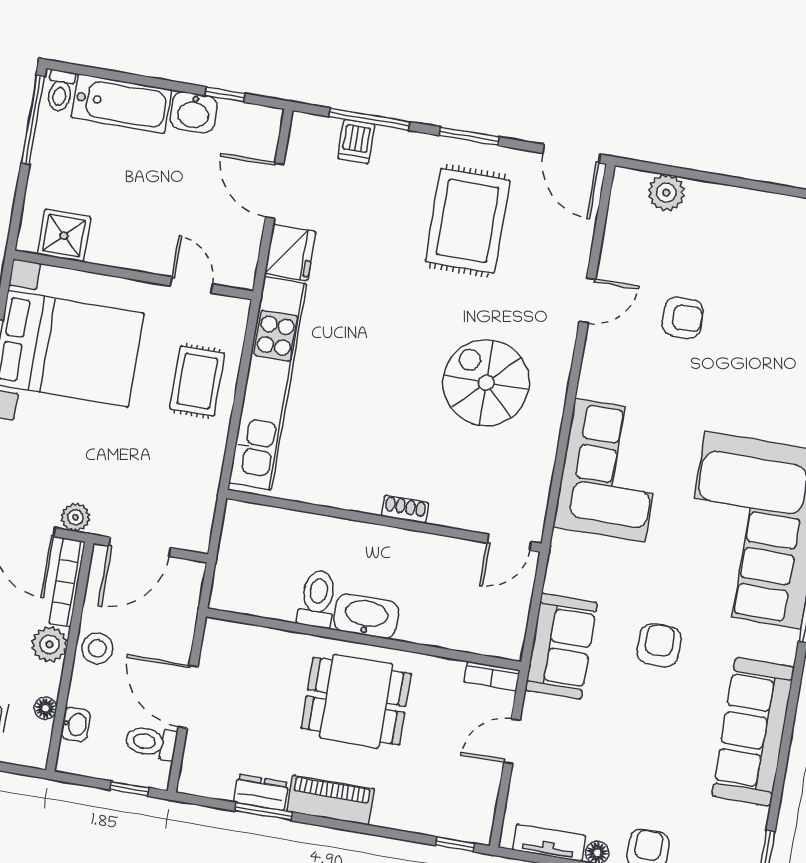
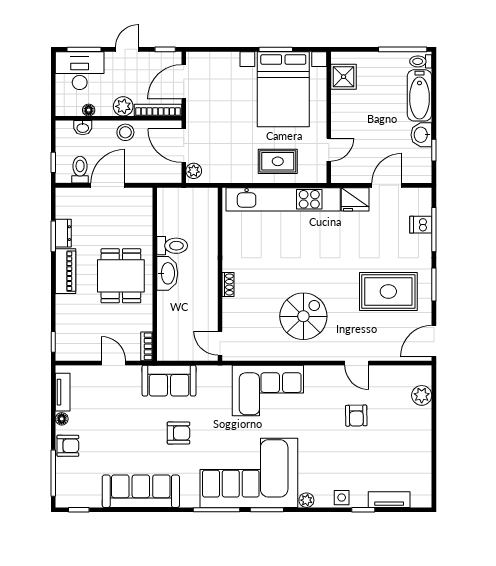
plant: (75, 517) -> (194, 171), moved

